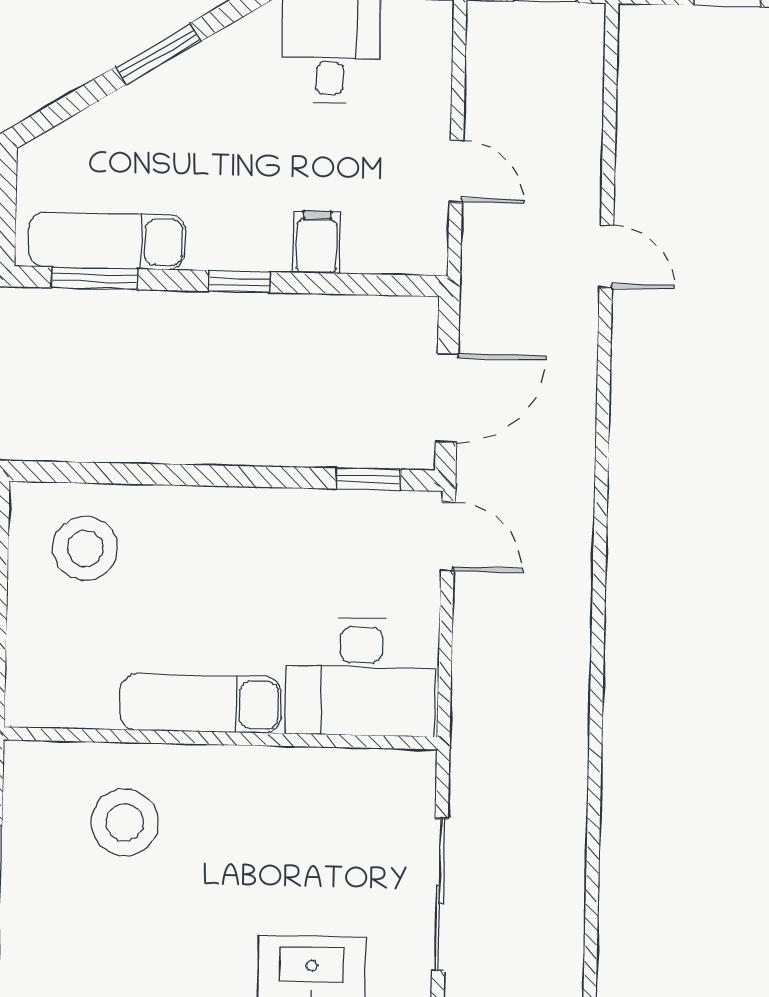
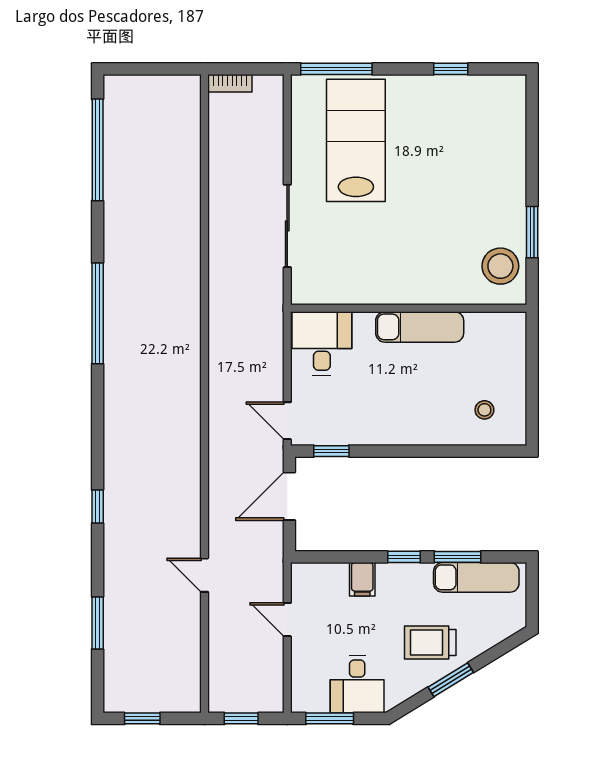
trolley: (195, 123) -> (430, 643), added
window: (94, 278) -> (457, 557), moved
stool: (85, 548) -> (484, 410), width x0.53, depth x0.53
desk: (361, 677) -> (322, 343), width x0.73
stool: (125, 822) -> (500, 266), moved

